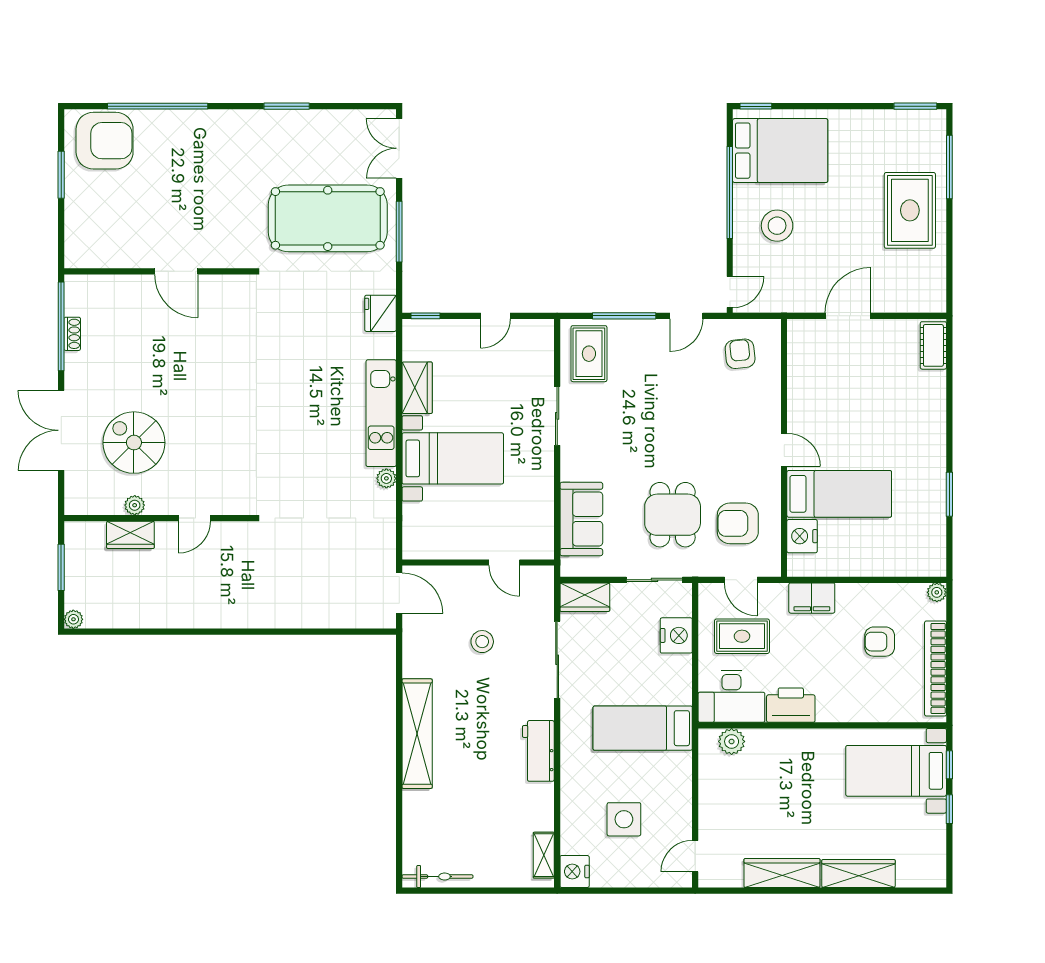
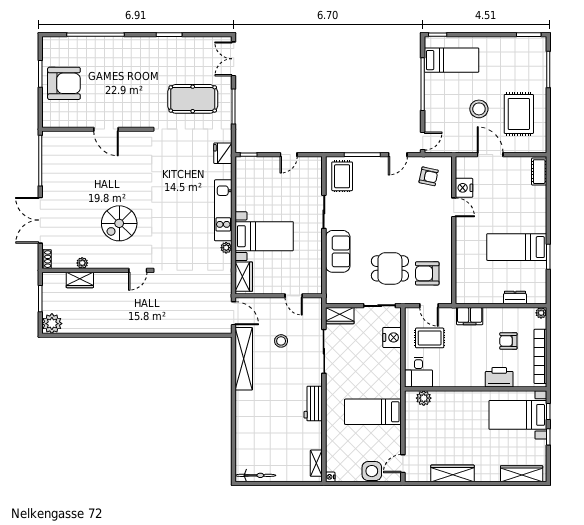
armchair: (105, 141) -> (64, 83), moved
bed: (780, 151) -> (452, 60), width x0.67
rug: (910, 210) -> (519, 114), moved
pool table: (328, 218) -> (193, 99), width x0.73, depth x0.76
stool: (777, 226) -> (479, 109), moved
door: (848, 316) -> (490, 155), hinge flipped
shoe rack: (72, 334) -> (47, 259), moved
armchair: (740, 354) -> (429, 176), turned 108
wardrobe: (417, 388) -> (244, 277), moved
spiral stairs: (134, 443) -> (119, 223), moved, turned -90
door: (784, 450) -> (454, 207), moved
bed: (839, 494) -> (517, 247), moved, turned 180
dining table: (673, 515) -> (390, 268), turned 90
door: (194, 518) -> (138, 270), moved
sofa: (581, 519) -> (338, 251), moved
nightstand: (802, 536) -> (464, 188), moved
dresser: (891, 566) -> (515, 298), added
plant: (73, 619) -> (52, 324), width x1.87, depth x1.87
desk: (731, 696) -> (418, 372), width x0.73
printer: (791, 705) -> (499, 377), moved
bed: (643, 728) -> (373, 412), moved
shelving: (417, 734) -> (244, 359), moved
side table: (624, 819) -> (372, 471), moved
nightstand: (575, 872) -> (330, 477), width x0.53, depth x0.56
wardrobe: (858, 874) -> (522, 474), moved

